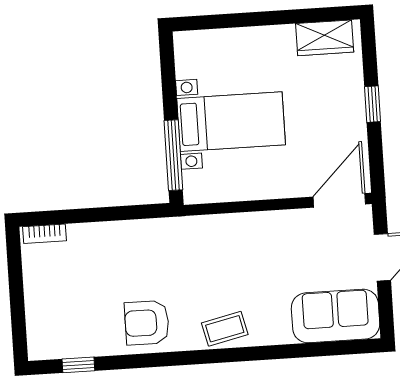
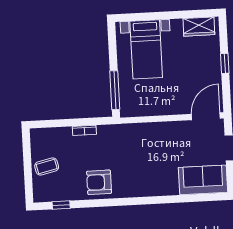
bed with nightstands: (231, 122) -> (146, 49), moved, turned 90
bookcase: (44, 234) -> (84, 130), moved
coffee table: (225, 329) -> (47, 167), moved

